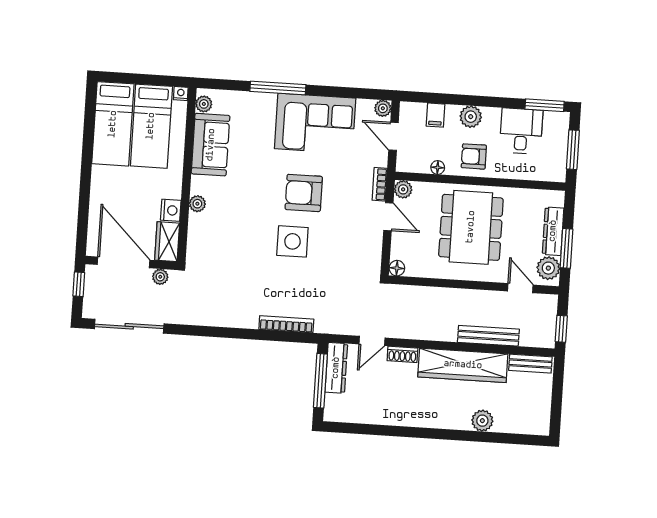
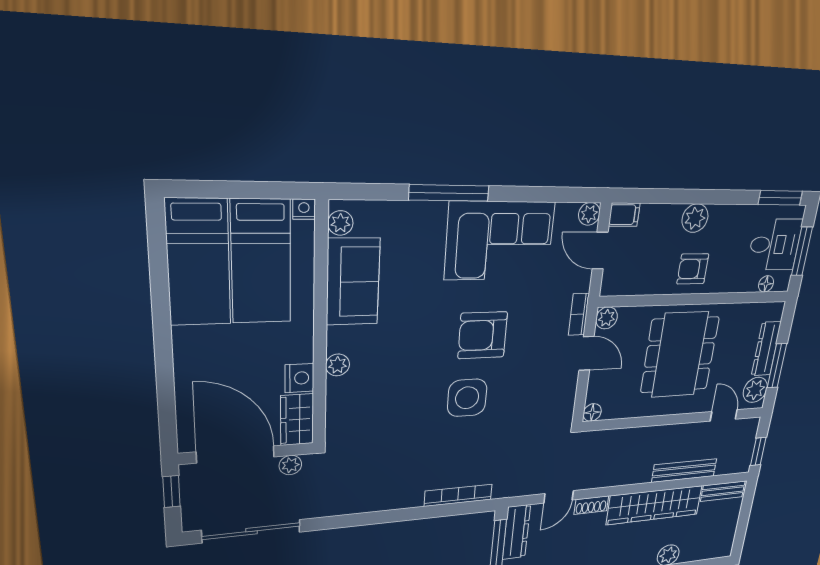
filing cabinet: (435, 115) -> (624, 215), moved, turned -90
desk: (521, 131) -> (775, 245), moved, turned 90
floor lamp: (438, 167) -> (766, 284), moved

